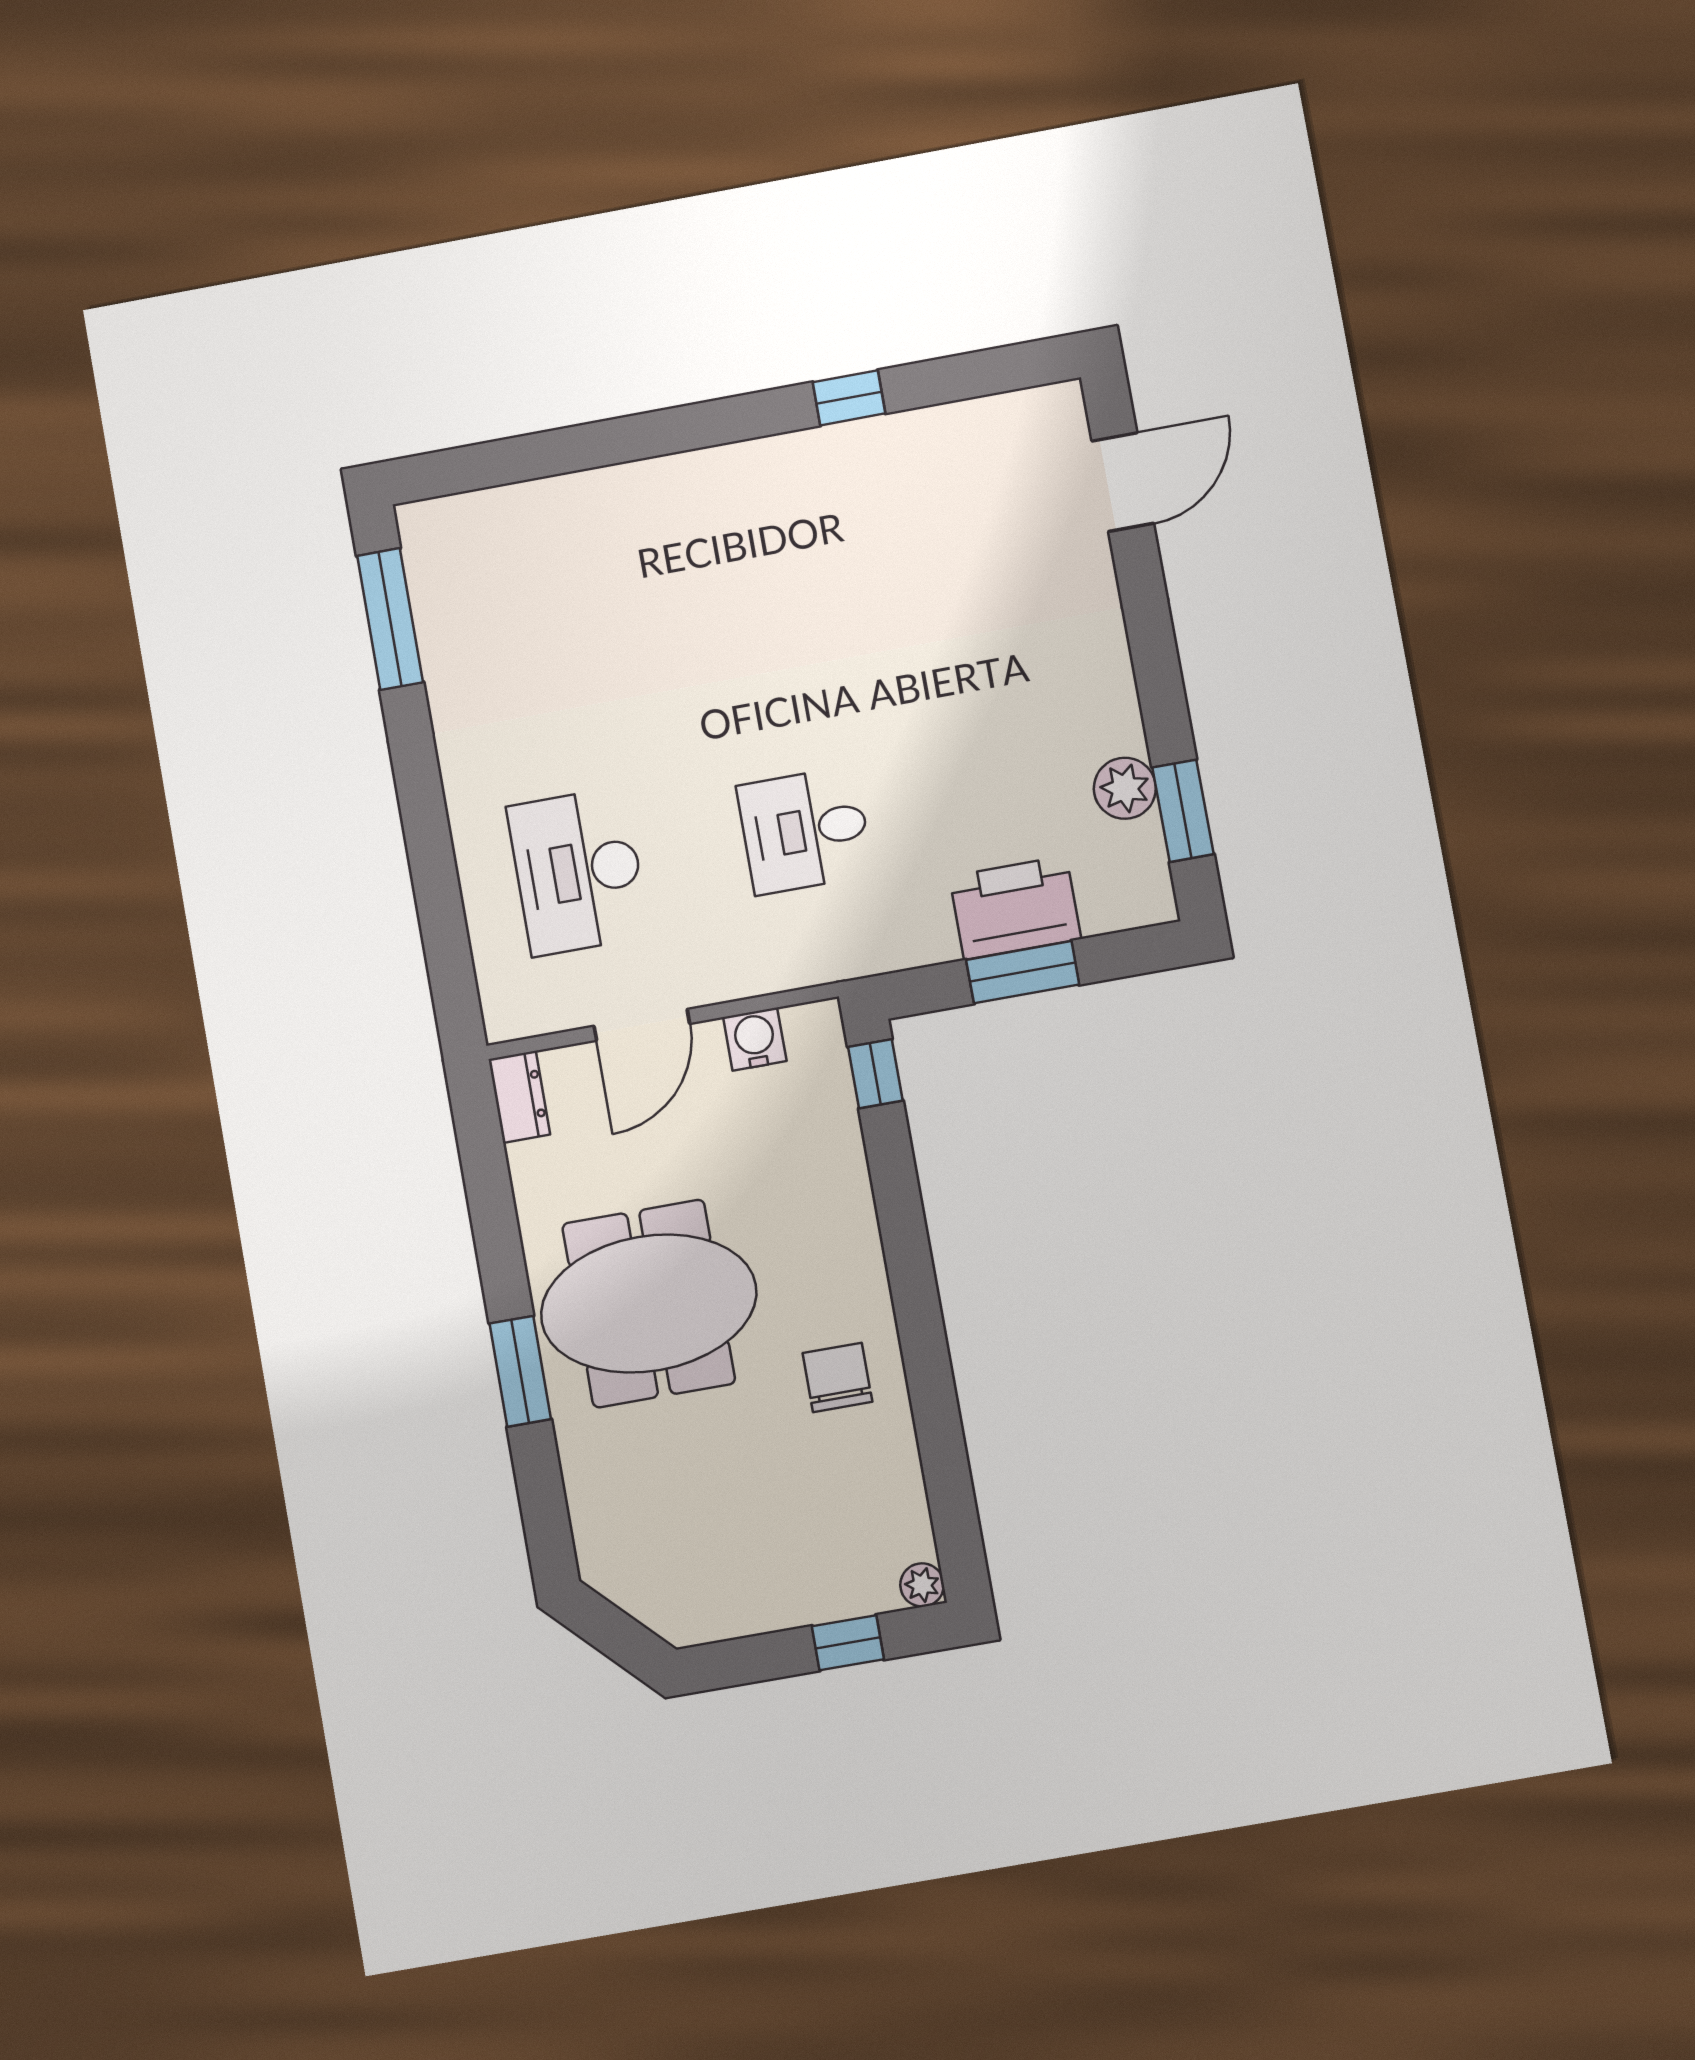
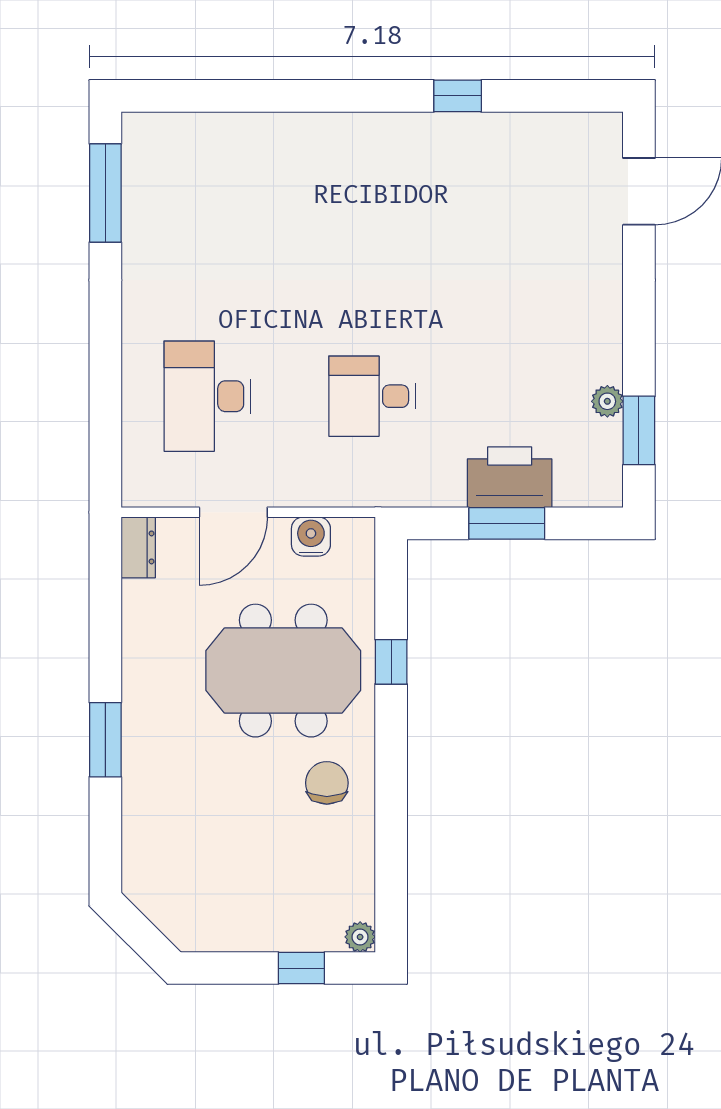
plant: (1125, 788) -> (607, 401), width x0.73, depth x0.73
window: (875, 1074) -> (391, 662), moved
meeting table: (649, 1304) -> (283, 671), moved

